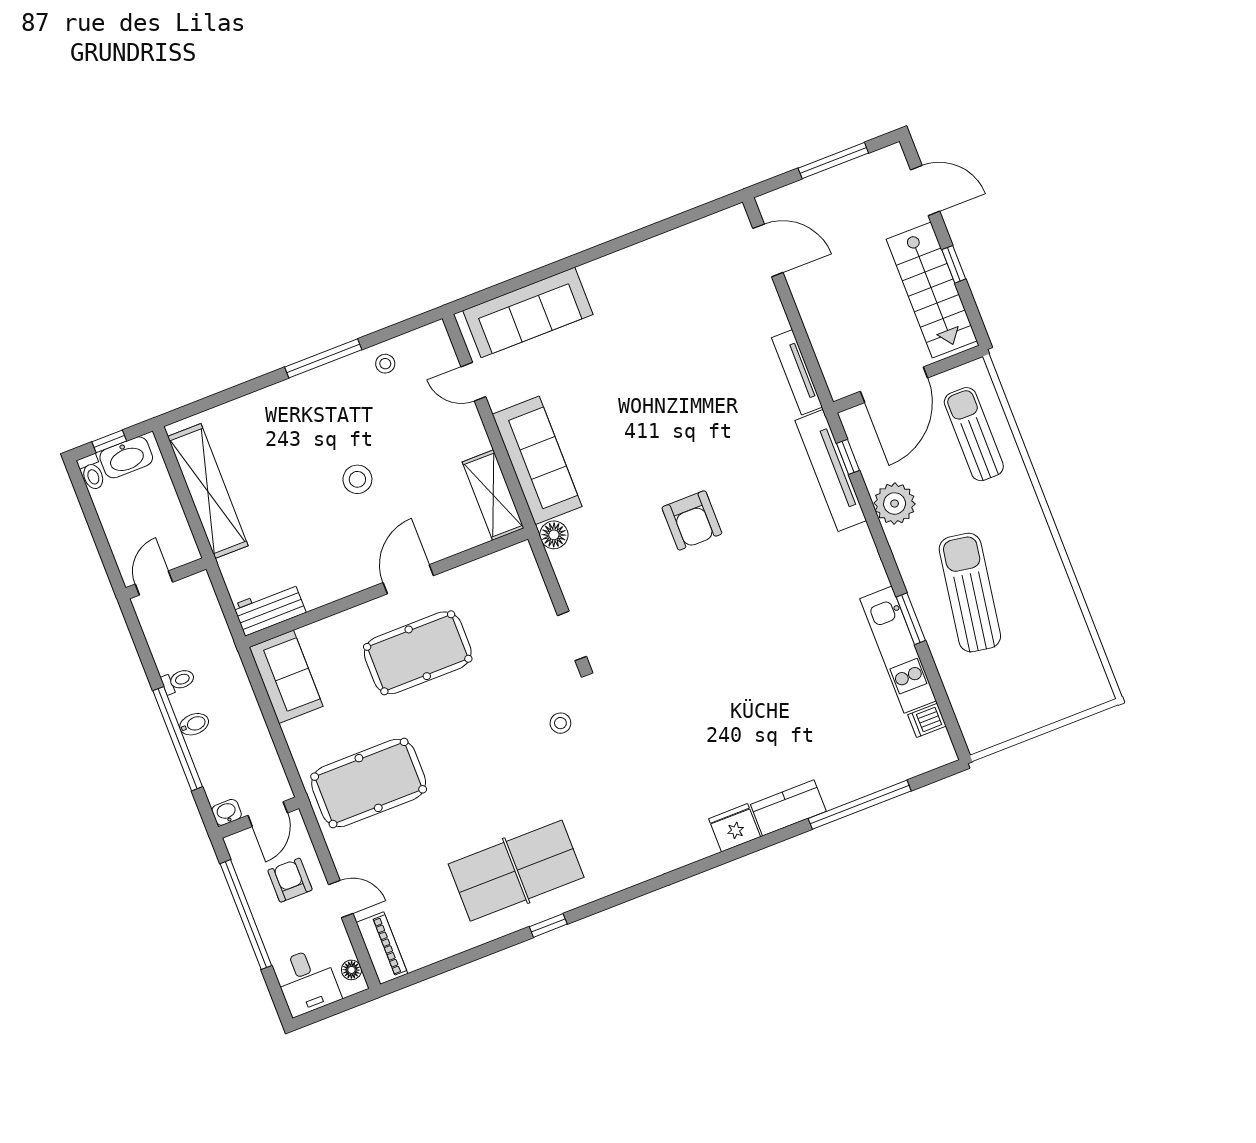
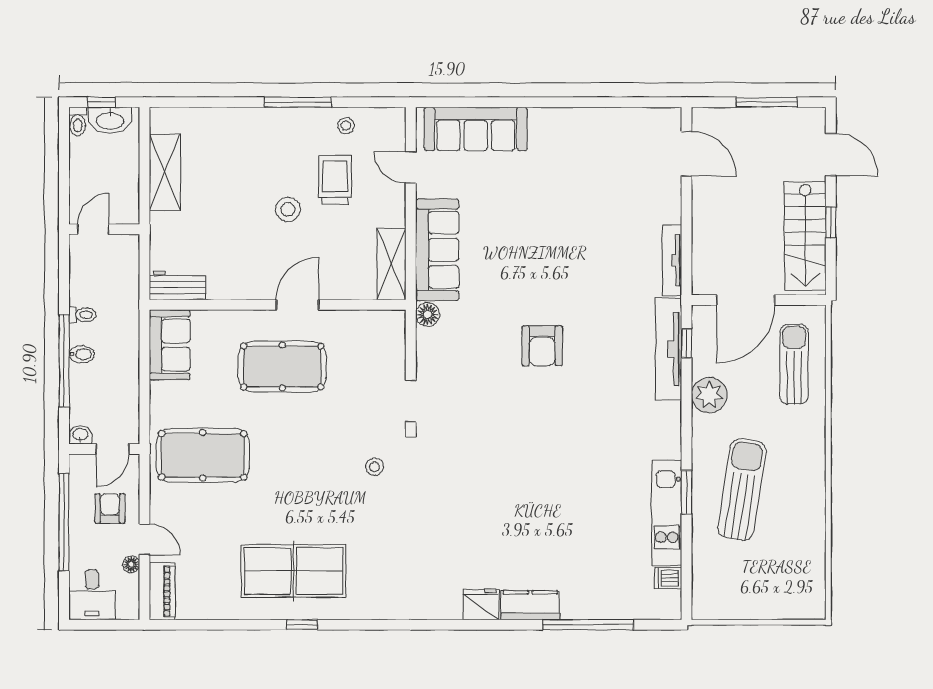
trolley: (396, 427) -> (335, 180), added
shelving: (208, 491) -> (165, 172), width x0.68
floor lamp: (351, 970) -> (131, 564), moved

